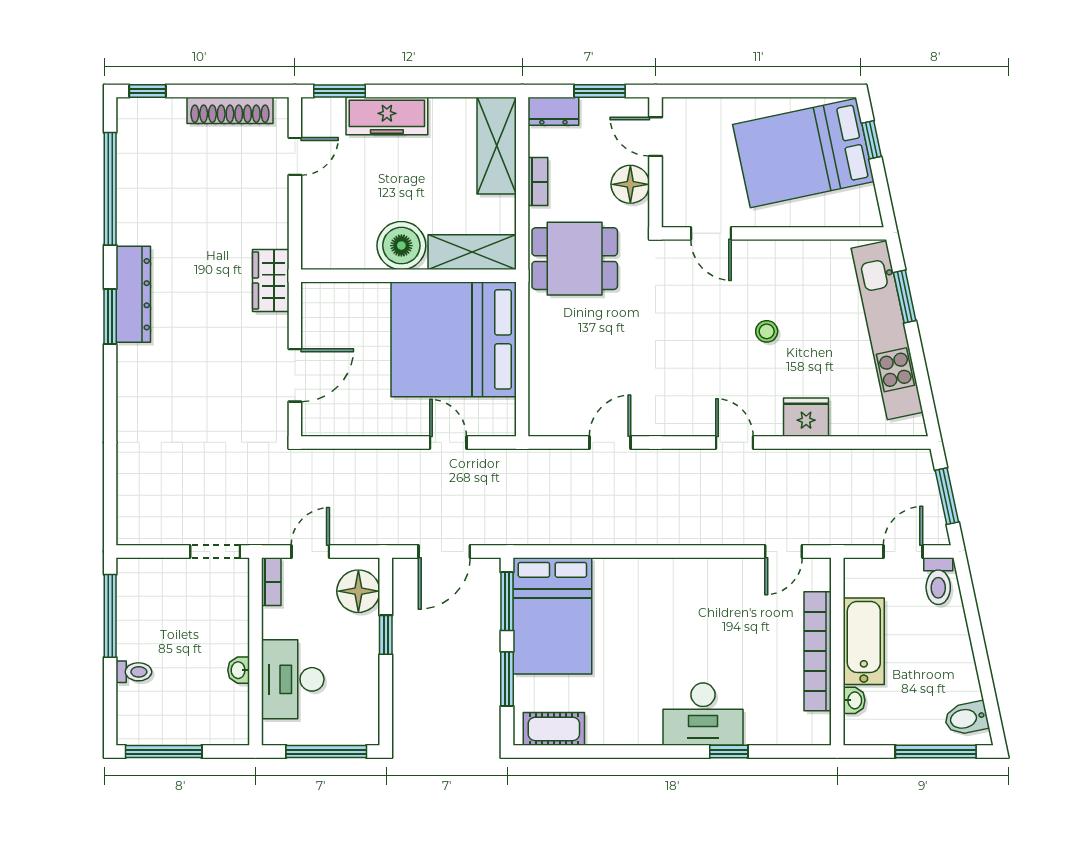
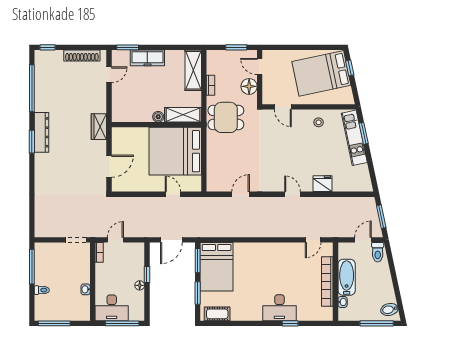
dresser: (553, 111) -> (217, 56), removed
boiler: (401, 246) -> (158, 117), width x0.54, depth x0.54
kitchen unit: (887, 330) -> (354, 138), width x0.73
stool: (767, 331) -> (319, 122), moved
floor lamp: (358, 591) -> (140, 285), moved, width x0.53, depth x0.53
desk: (293, 679) -> (112, 308), moved, turned -90

